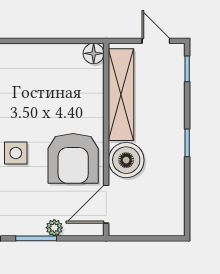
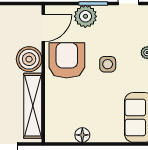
floor lamp: (94, 53) -> (82, 135), moved
plant: (54, 228) -> (85, 16), width x1.87, depth x1.87

